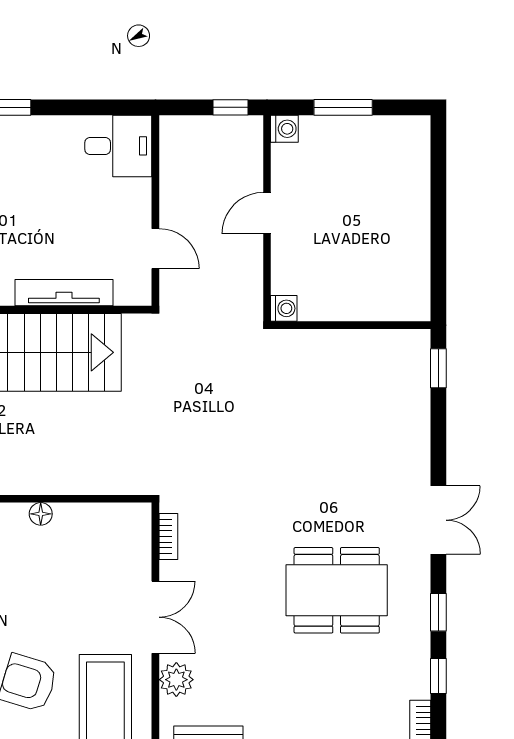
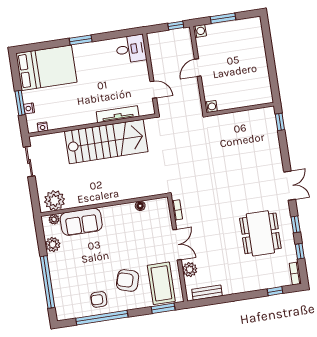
floor lamp: (41, 514) -> (140, 206), moved
dining table: (337, 590) -> (260, 233), moved, turned 90

